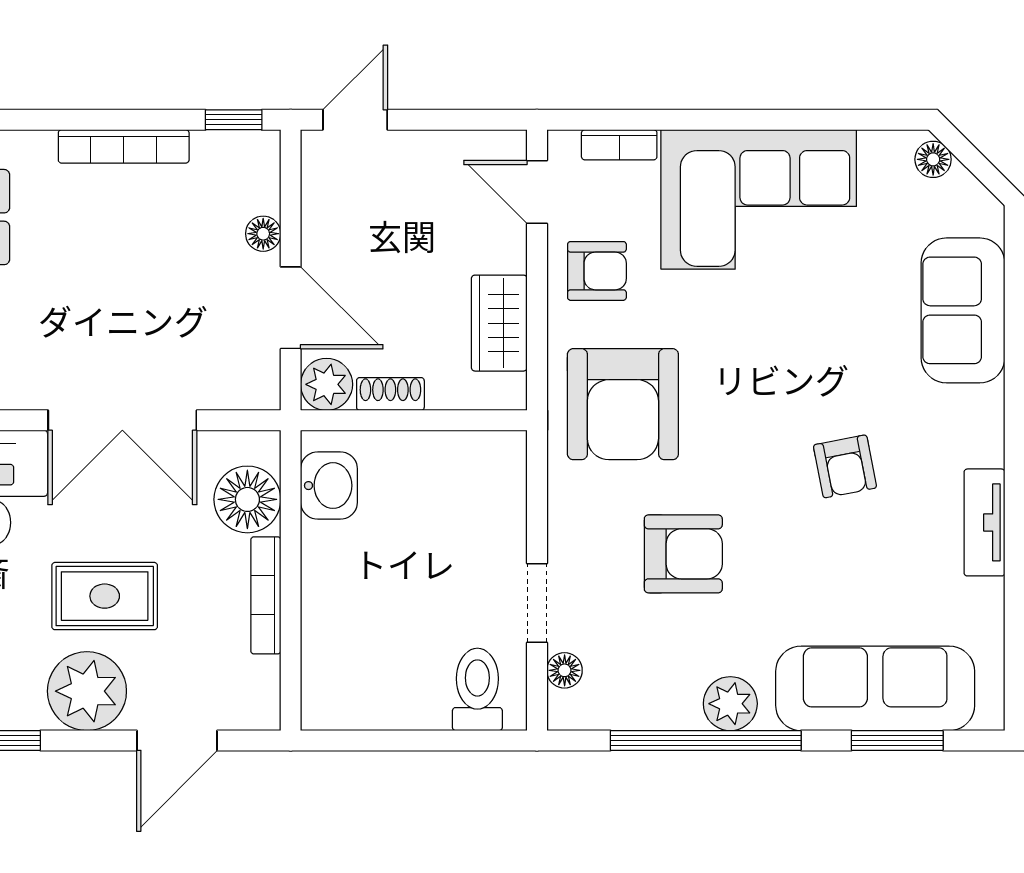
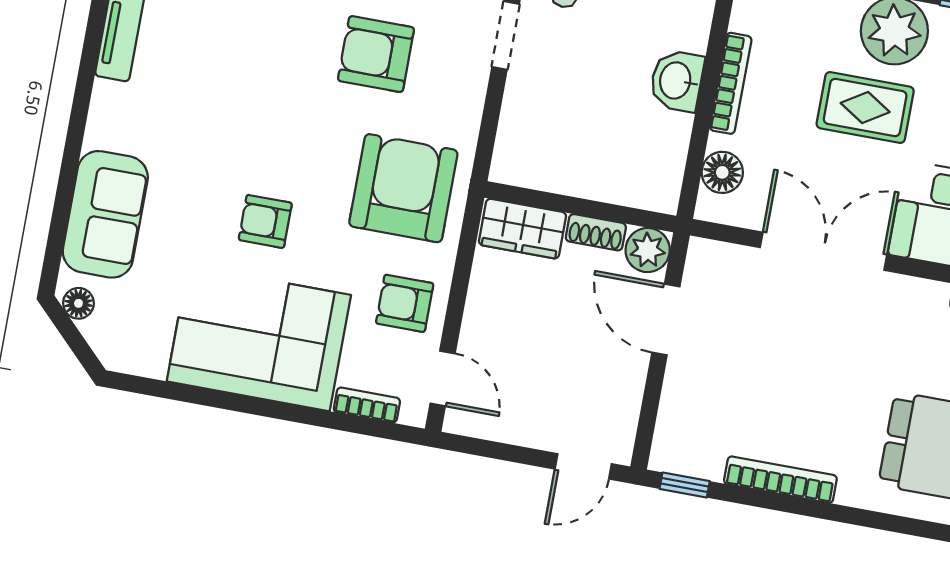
floor lamp: (933, 159) -> (78, 303), moved
floor lamp: (263, 234) -> (677, 385), removed
wardrobe: (499, 323) -> (522, 229), moved, turned 90
armchair: (845, 466) -> (265, 221), moved, turned -79
washbasin: (329, 486) -> (677, 81), moved
floor lamp: (247, 499) -> (722, 172), width x0.73, depth x0.73

